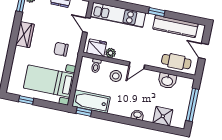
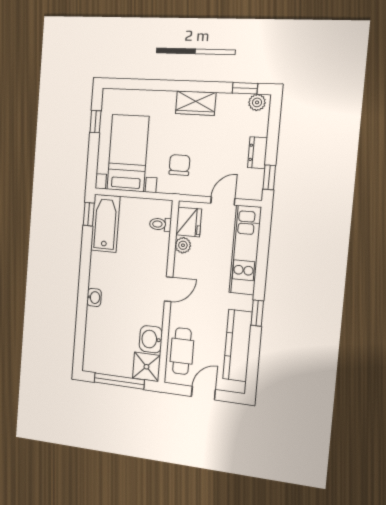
door: (137, 65) -> (169, 289), swing flipped
stool: (116, 76) -> (148, 257), removed
shower: (163, 116) -> (146, 367), moved

